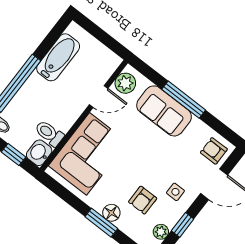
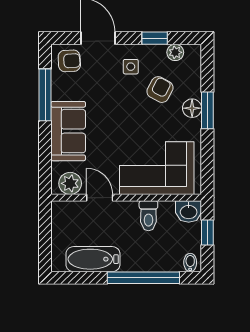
window: (184, 100) -> (45, 95), moved
toilet: (49, 133) -> (148, 216), moved
armchair: (214, 151) -> (69, 61), turned -93
armchair: (143, 200) -> (160, 90), turned -62

